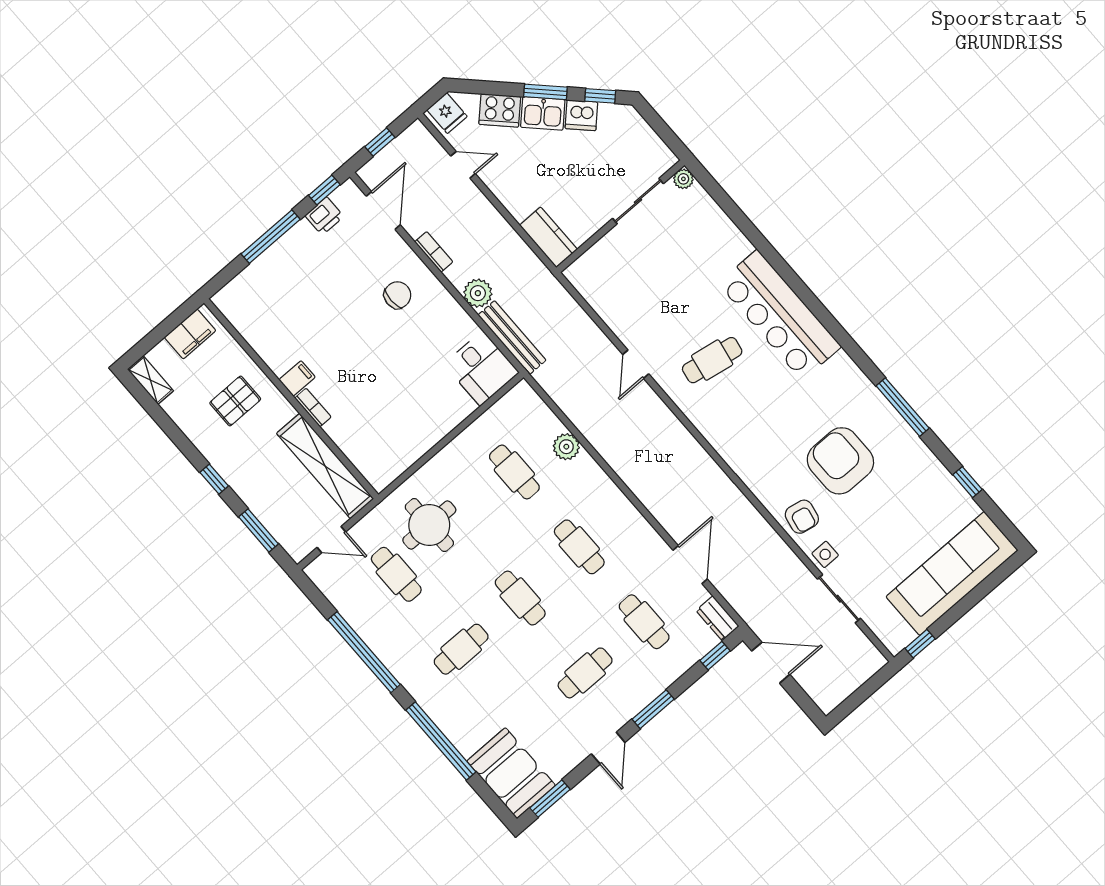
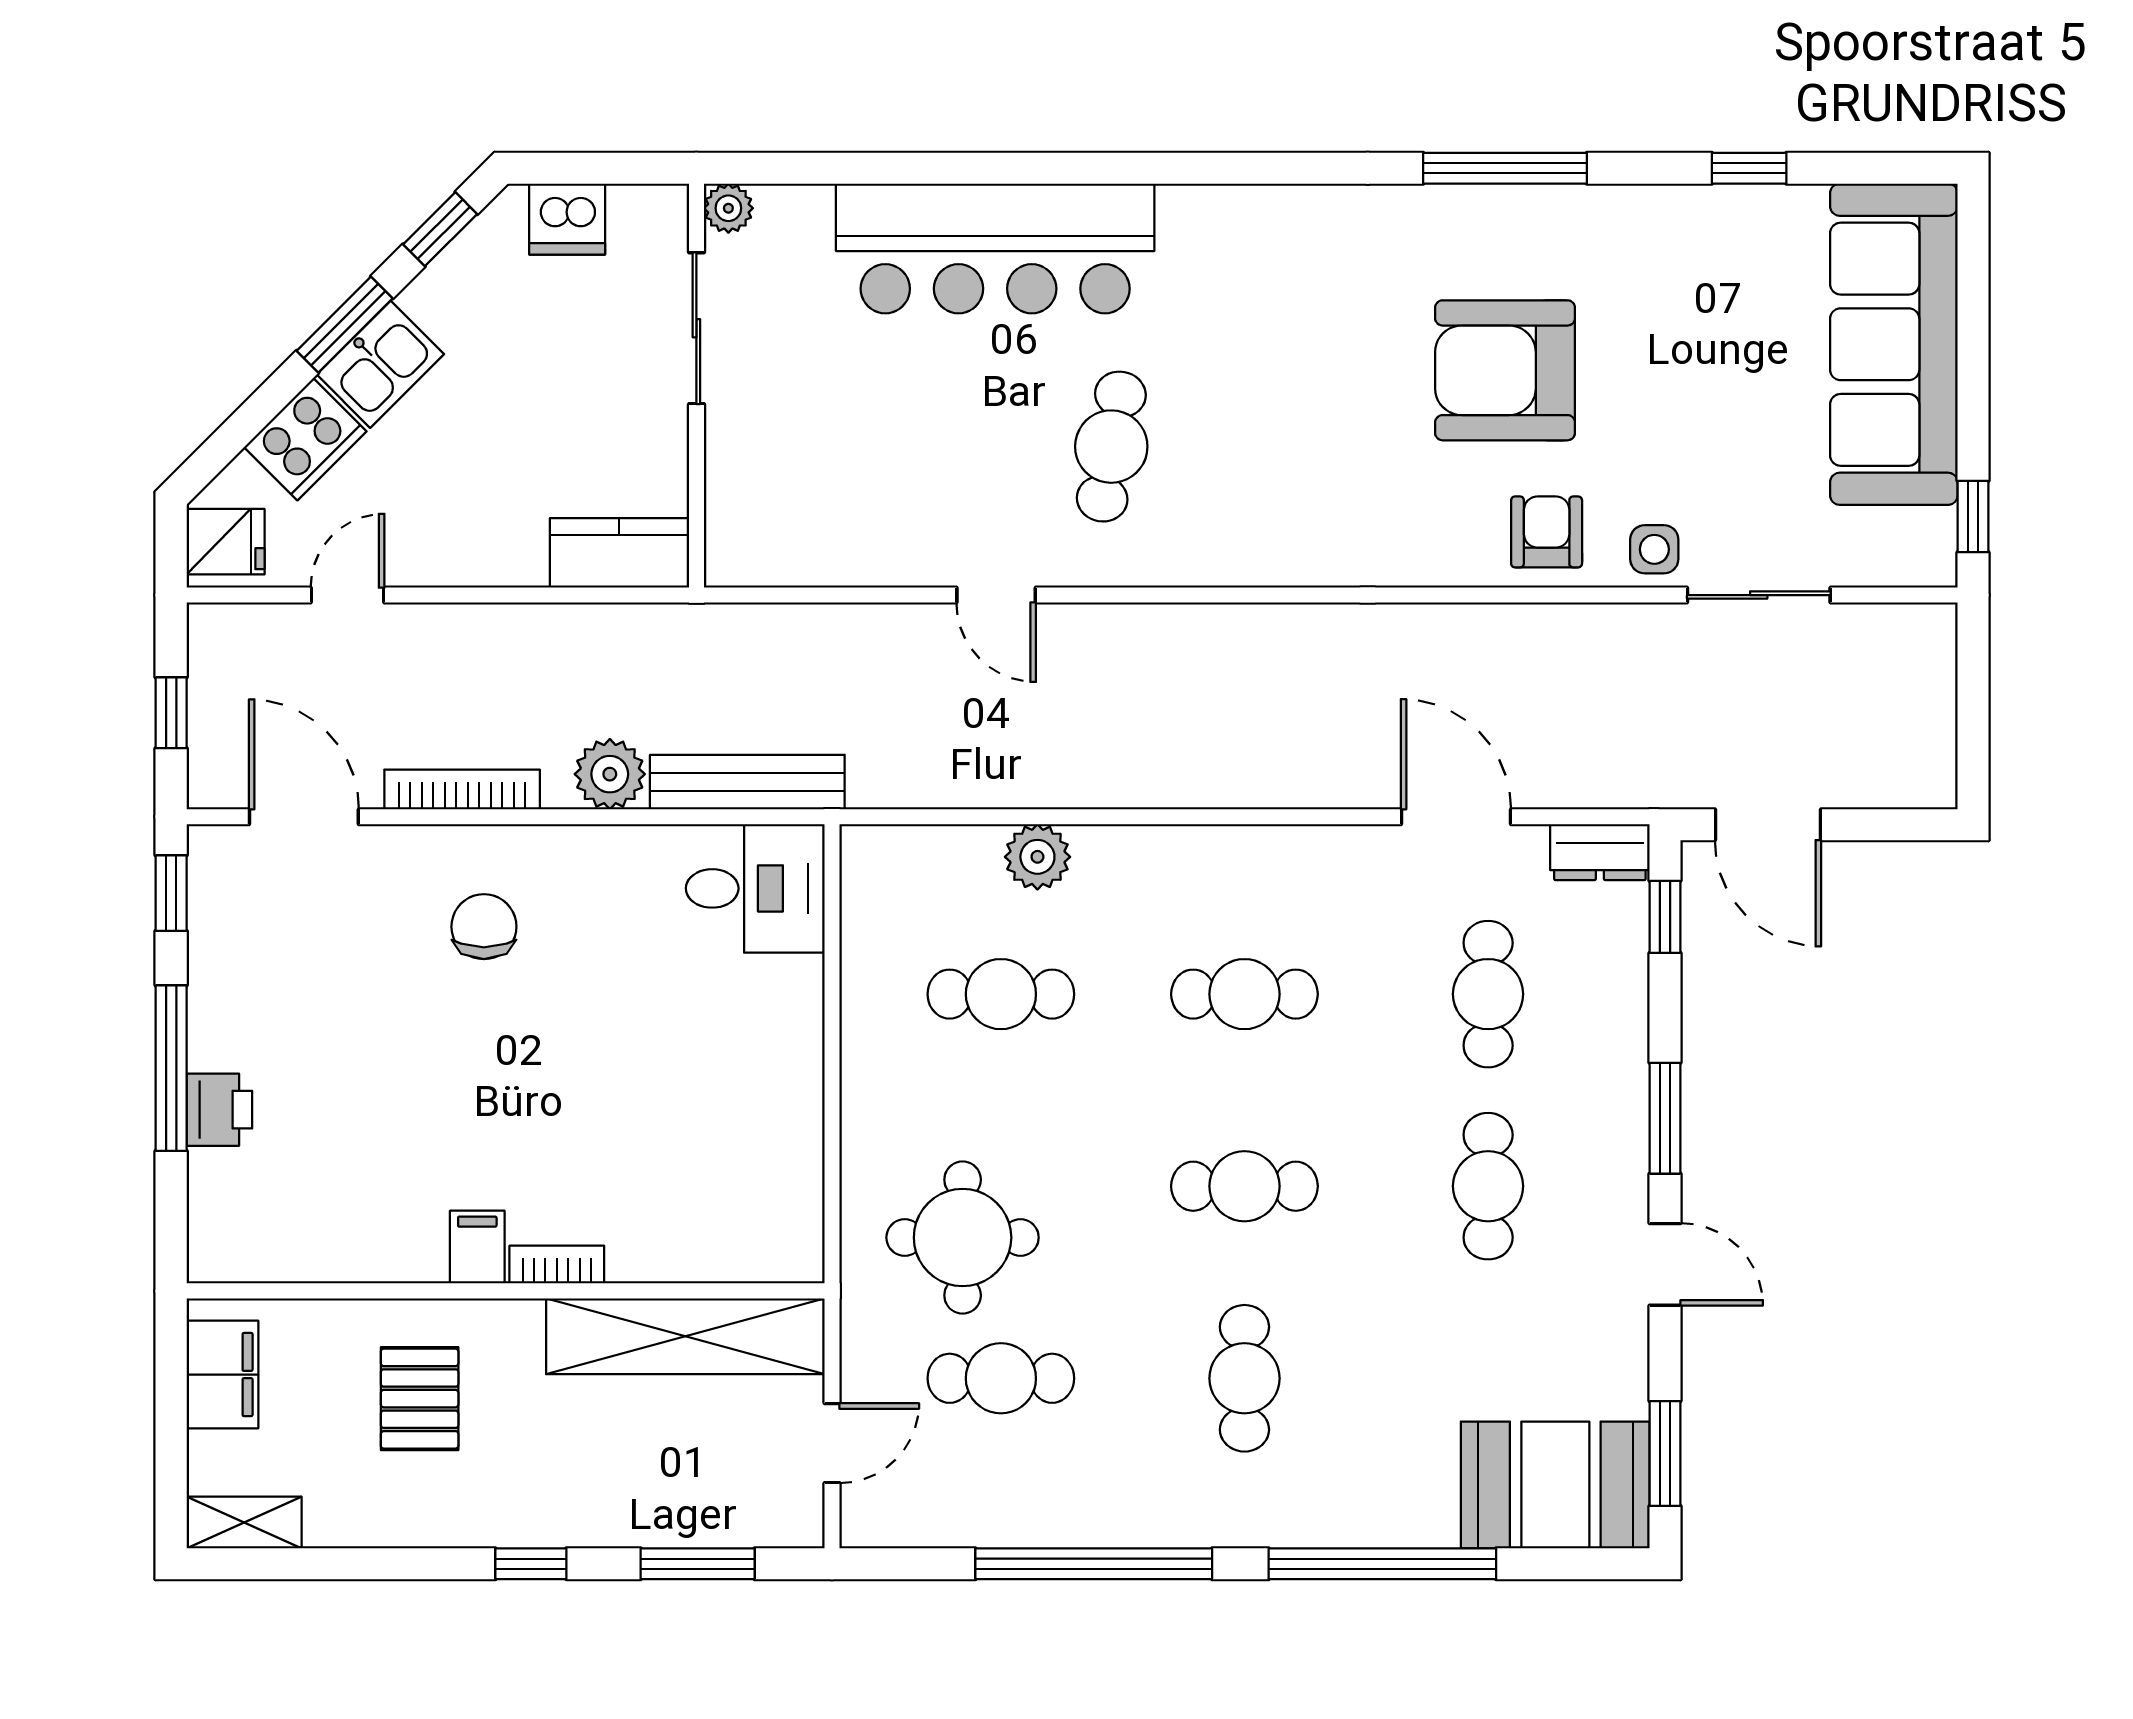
dishwasher: (581, 115) -> (567, 219), moved, turned 45
printer: (324, 216) -> (219, 1110), moved
bookcase: (434, 252) -> (462, 789), width x1.56
bar counter: (780, 315) -> (995, 249), moved
armchair: (802, 517) -> (1547, 532), turned -101
cafe table: (644, 622) -> (1488, 994), turned 90
door: (771, 663) -> (1768, 825), swing flipped

